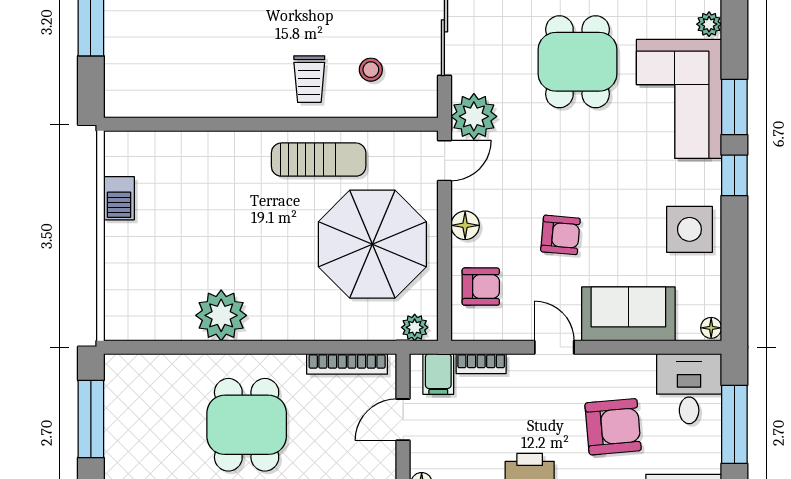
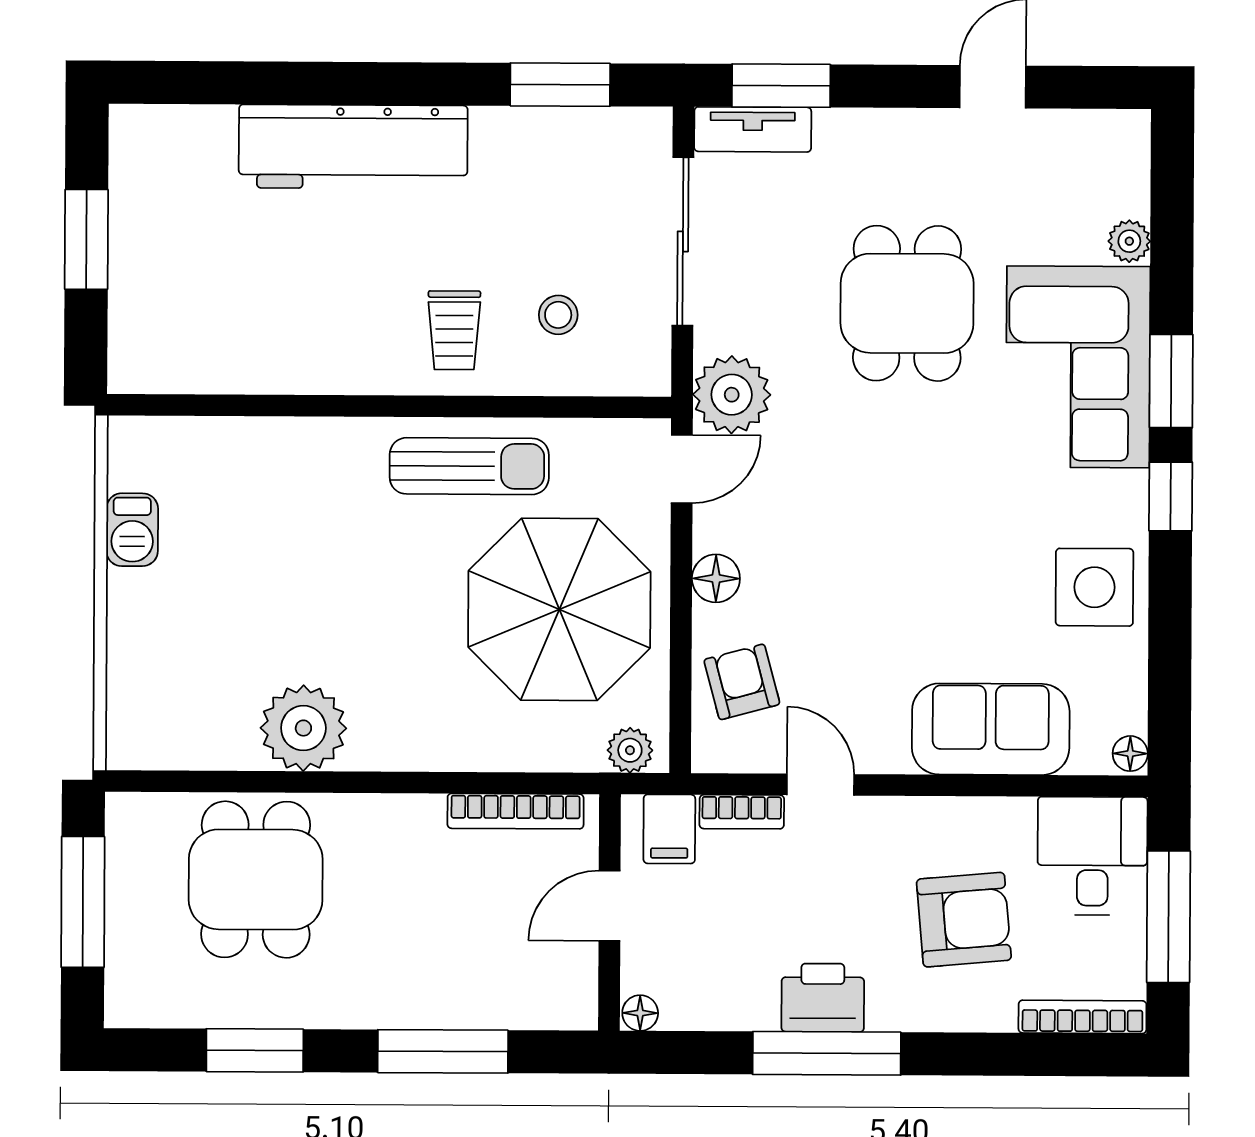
armchair: (560, 235) -> (877, 595), removed
armchair: (481, 287) -> (742, 682), turned -105
door: (554, 347) -> (820, 785), moved
dining table: (247, 425) -> (256, 880), moved

